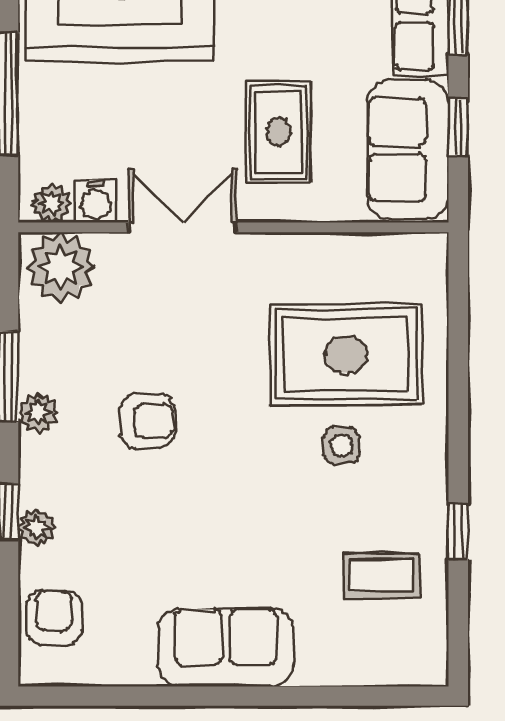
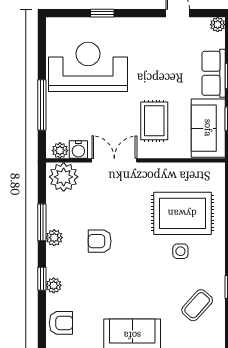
armchair: (147, 421) -> (100, 241), turned 180
coffee table: (382, 575) -> (197, 305), turned -48
armchair: (54, 618) -> (61, 323), turned 90

